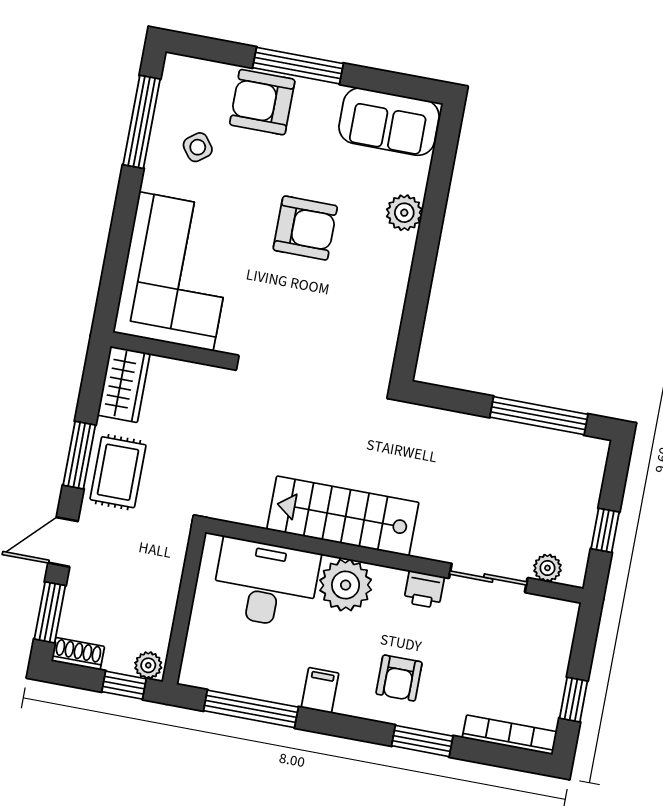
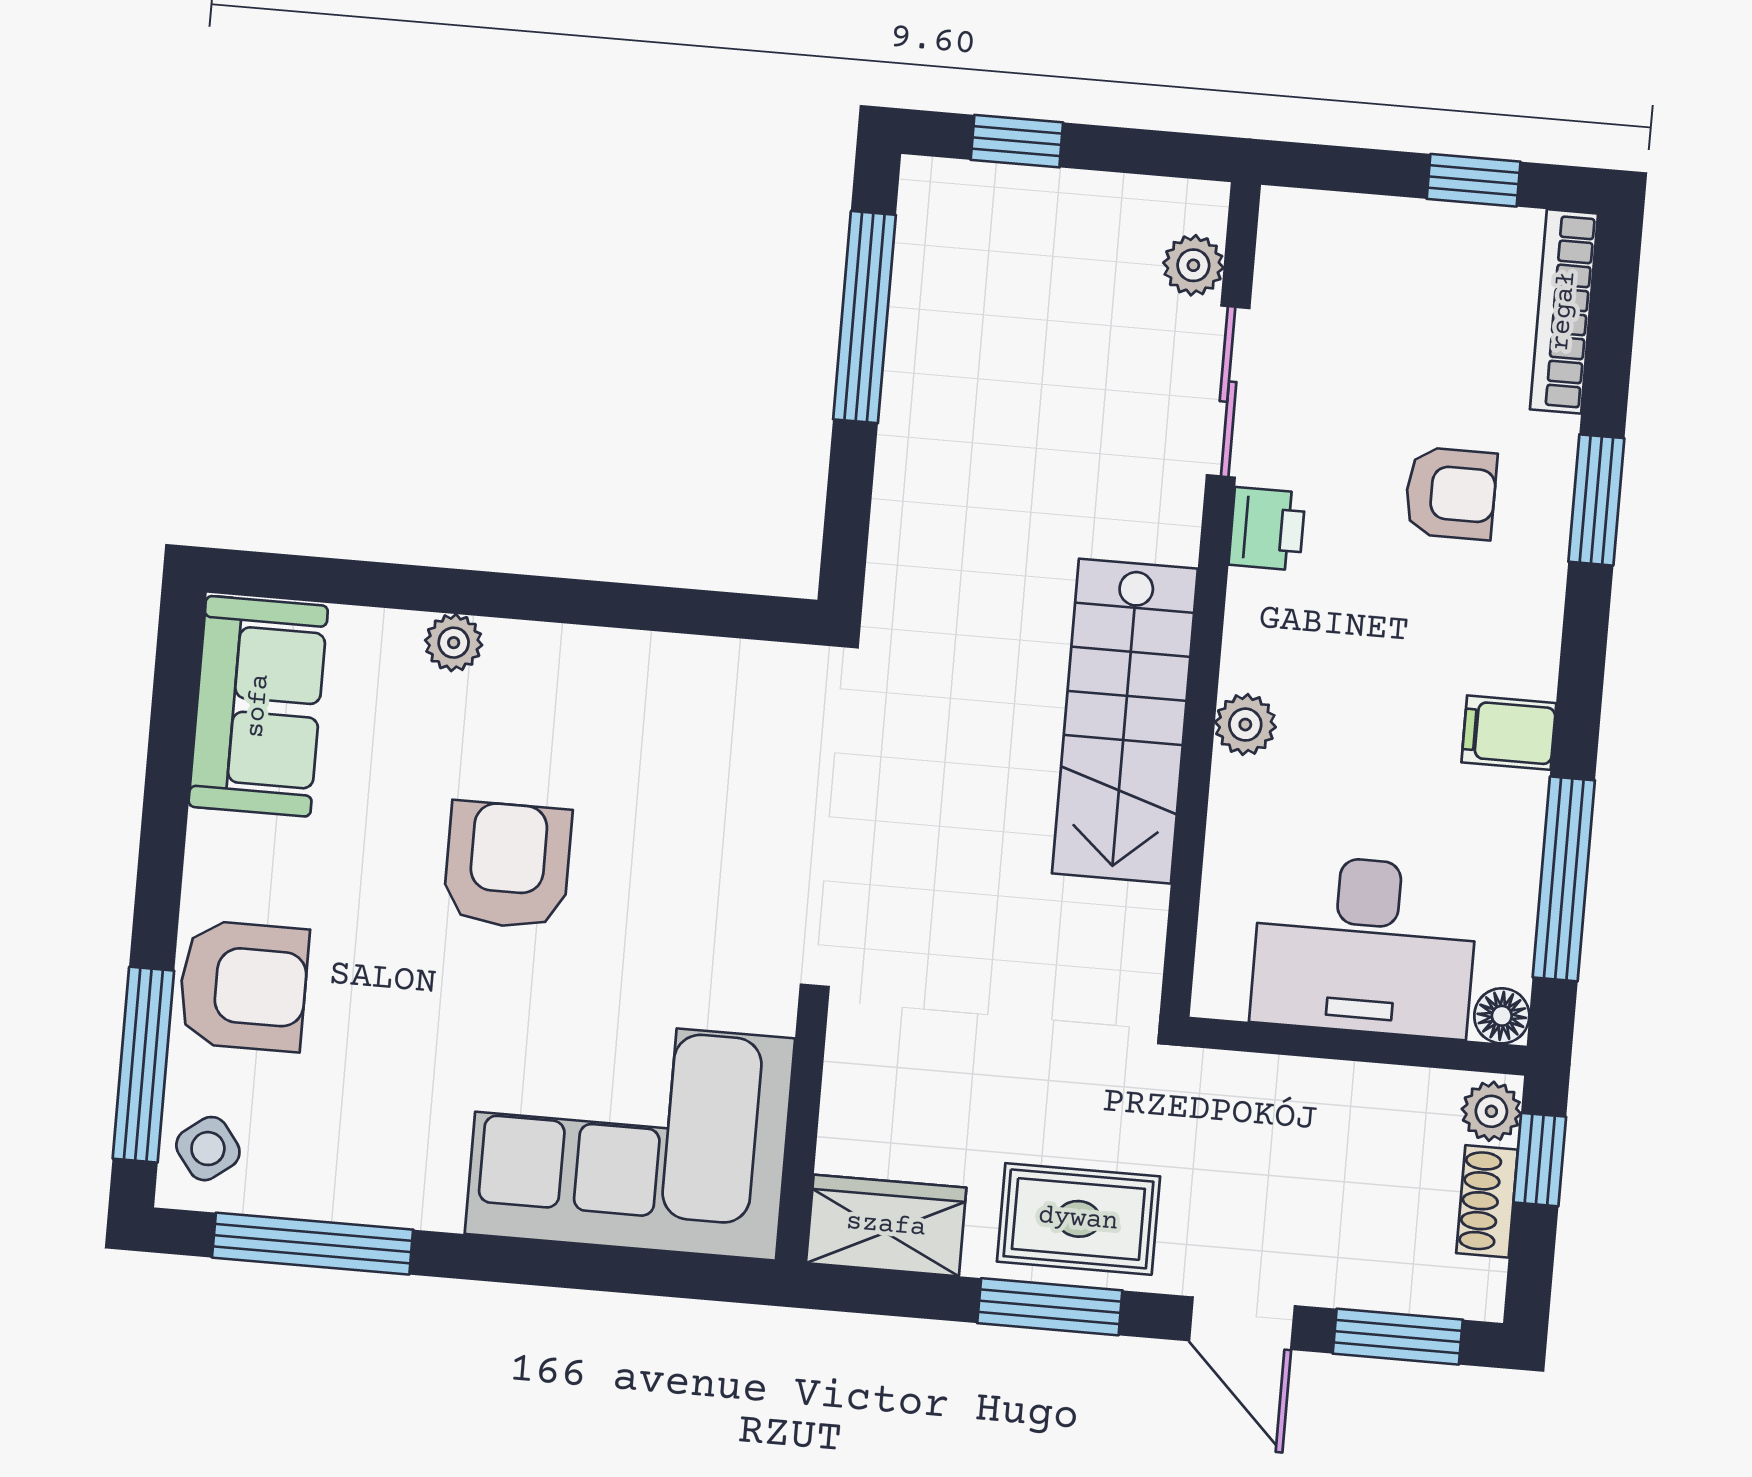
window: (298, 66) -> (143, 1065), moved
armchair: (262, 102) -> (243, 986), turned -90
side table: (198, 147) -> (208, 1149), moved
plant: (404, 213) -> (454, 643), width x0.73, depth x0.73
window: (605, 530) -> (1017, 141), moved
desk: (266, 583) -> (1365, 946), moved, turned -90
plant: (346, 585) -> (1245, 725), width x0.53, depth x0.53
shoe rack: (78, 654) -> (1487, 1201), moved
floor lamp: (191, 674) -> (1502, 1016), added
armchair: (399, 678) -> (1451, 493), moved

